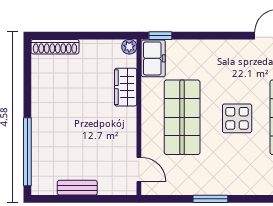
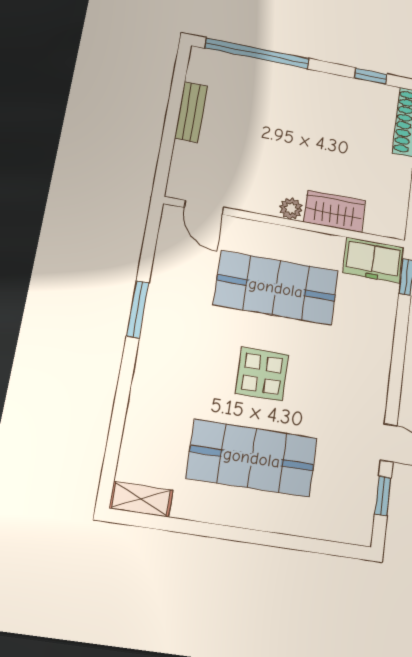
plant: (129, 47) -> (291, 209), moved
window: (27, 75) -> (371, 76), added
door: (139, 170) -> (204, 207), hinge flipped

